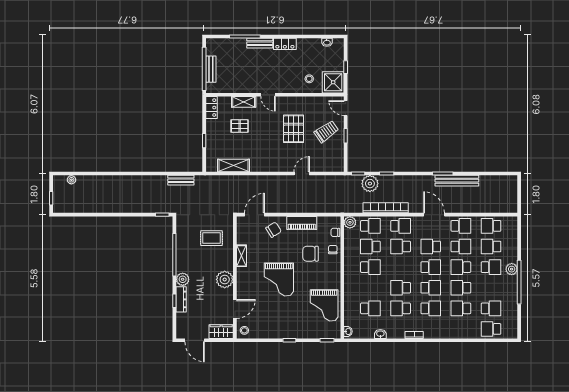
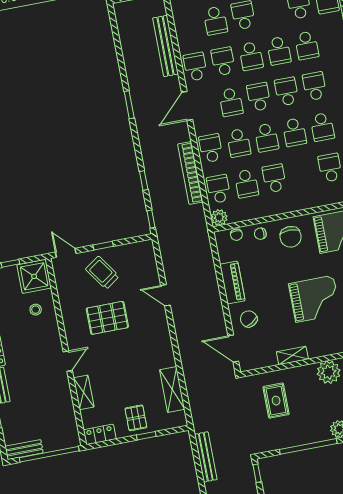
bench: (211, 69) -> (24, 450), moved
door: (346, 108) -> (66, 253), swing flipped
pallet: (240, 126) -> (136, 418), moved
bench: (181, 180) -> (206, 457), width x1.36
bench: (457, 181) -> (166, 46), moved
plant: (370, 184) -> (162, 201), removed
school desk: (491, 226) -> (267, 138), moved
chair: (311, 254) -> (291, 237), moved

